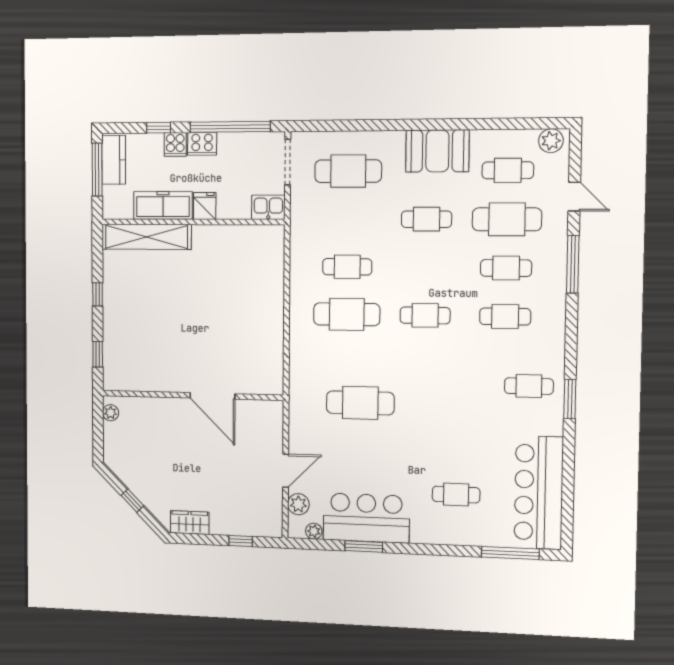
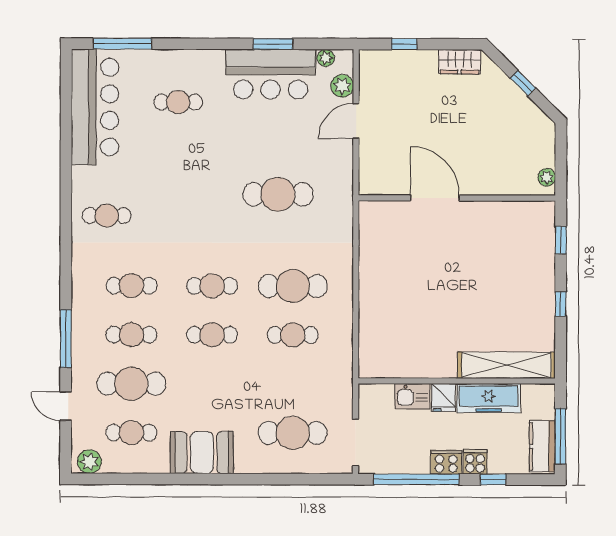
kitchen sink: (268, 207) -> (412, 396), moved
cafe table: (426, 219) -> (212, 335), moved
window: (570, 399) -> (66, 203), removed

